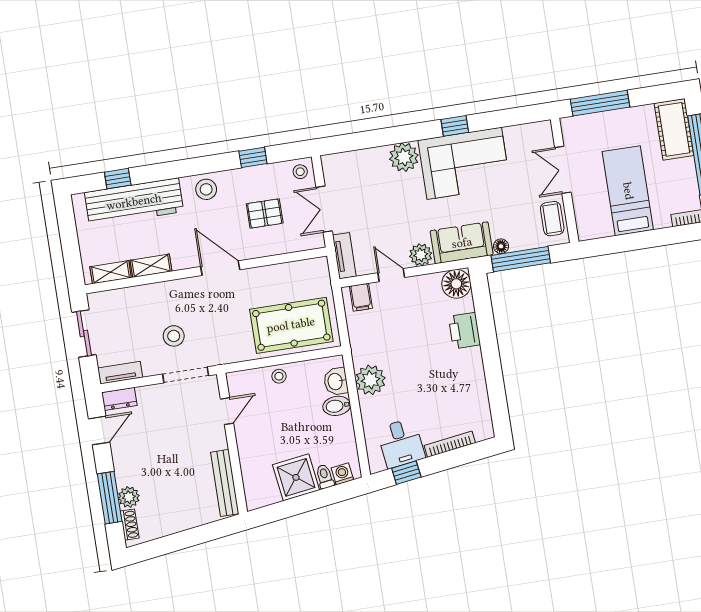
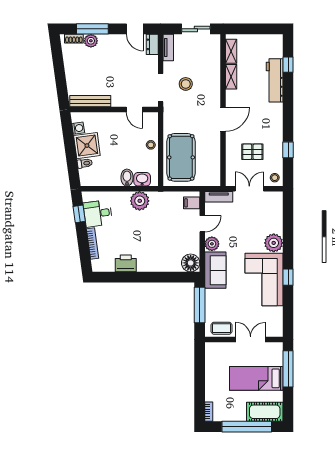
stool: (206, 189) -> (273, 118), removed
bed: (628, 191) -> (256, 378), moved, turned 180
workbench: (134, 202) -> (275, 80), width x0.73, depth x0.76
pallet: (265, 213) -> (252, 152), turned 90
floor lamp: (501, 246) -> (209, 294), removed
printer: (464, 331) -> (126, 263), moved
washing machine: (342, 474) -> (78, 128), moved

